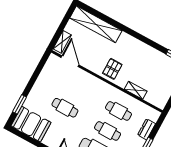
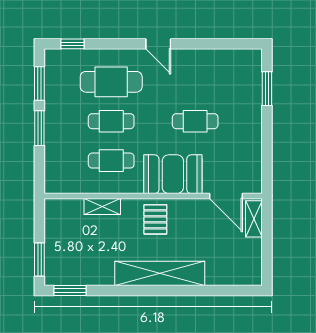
shelving: (96, 24) -> (160, 273), moved
booth: (31, 124) -> (173, 174), moved
dresser: (147, 129) -> (53, 156), removed

